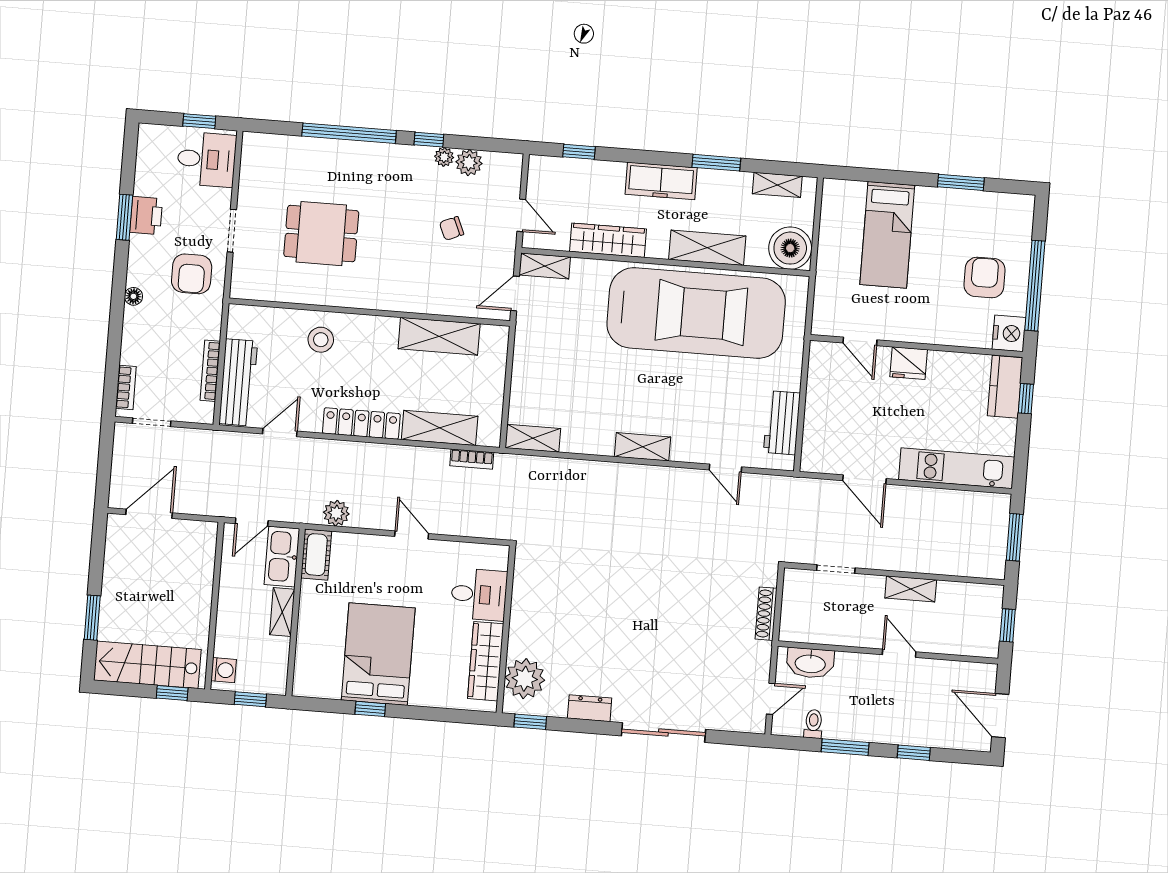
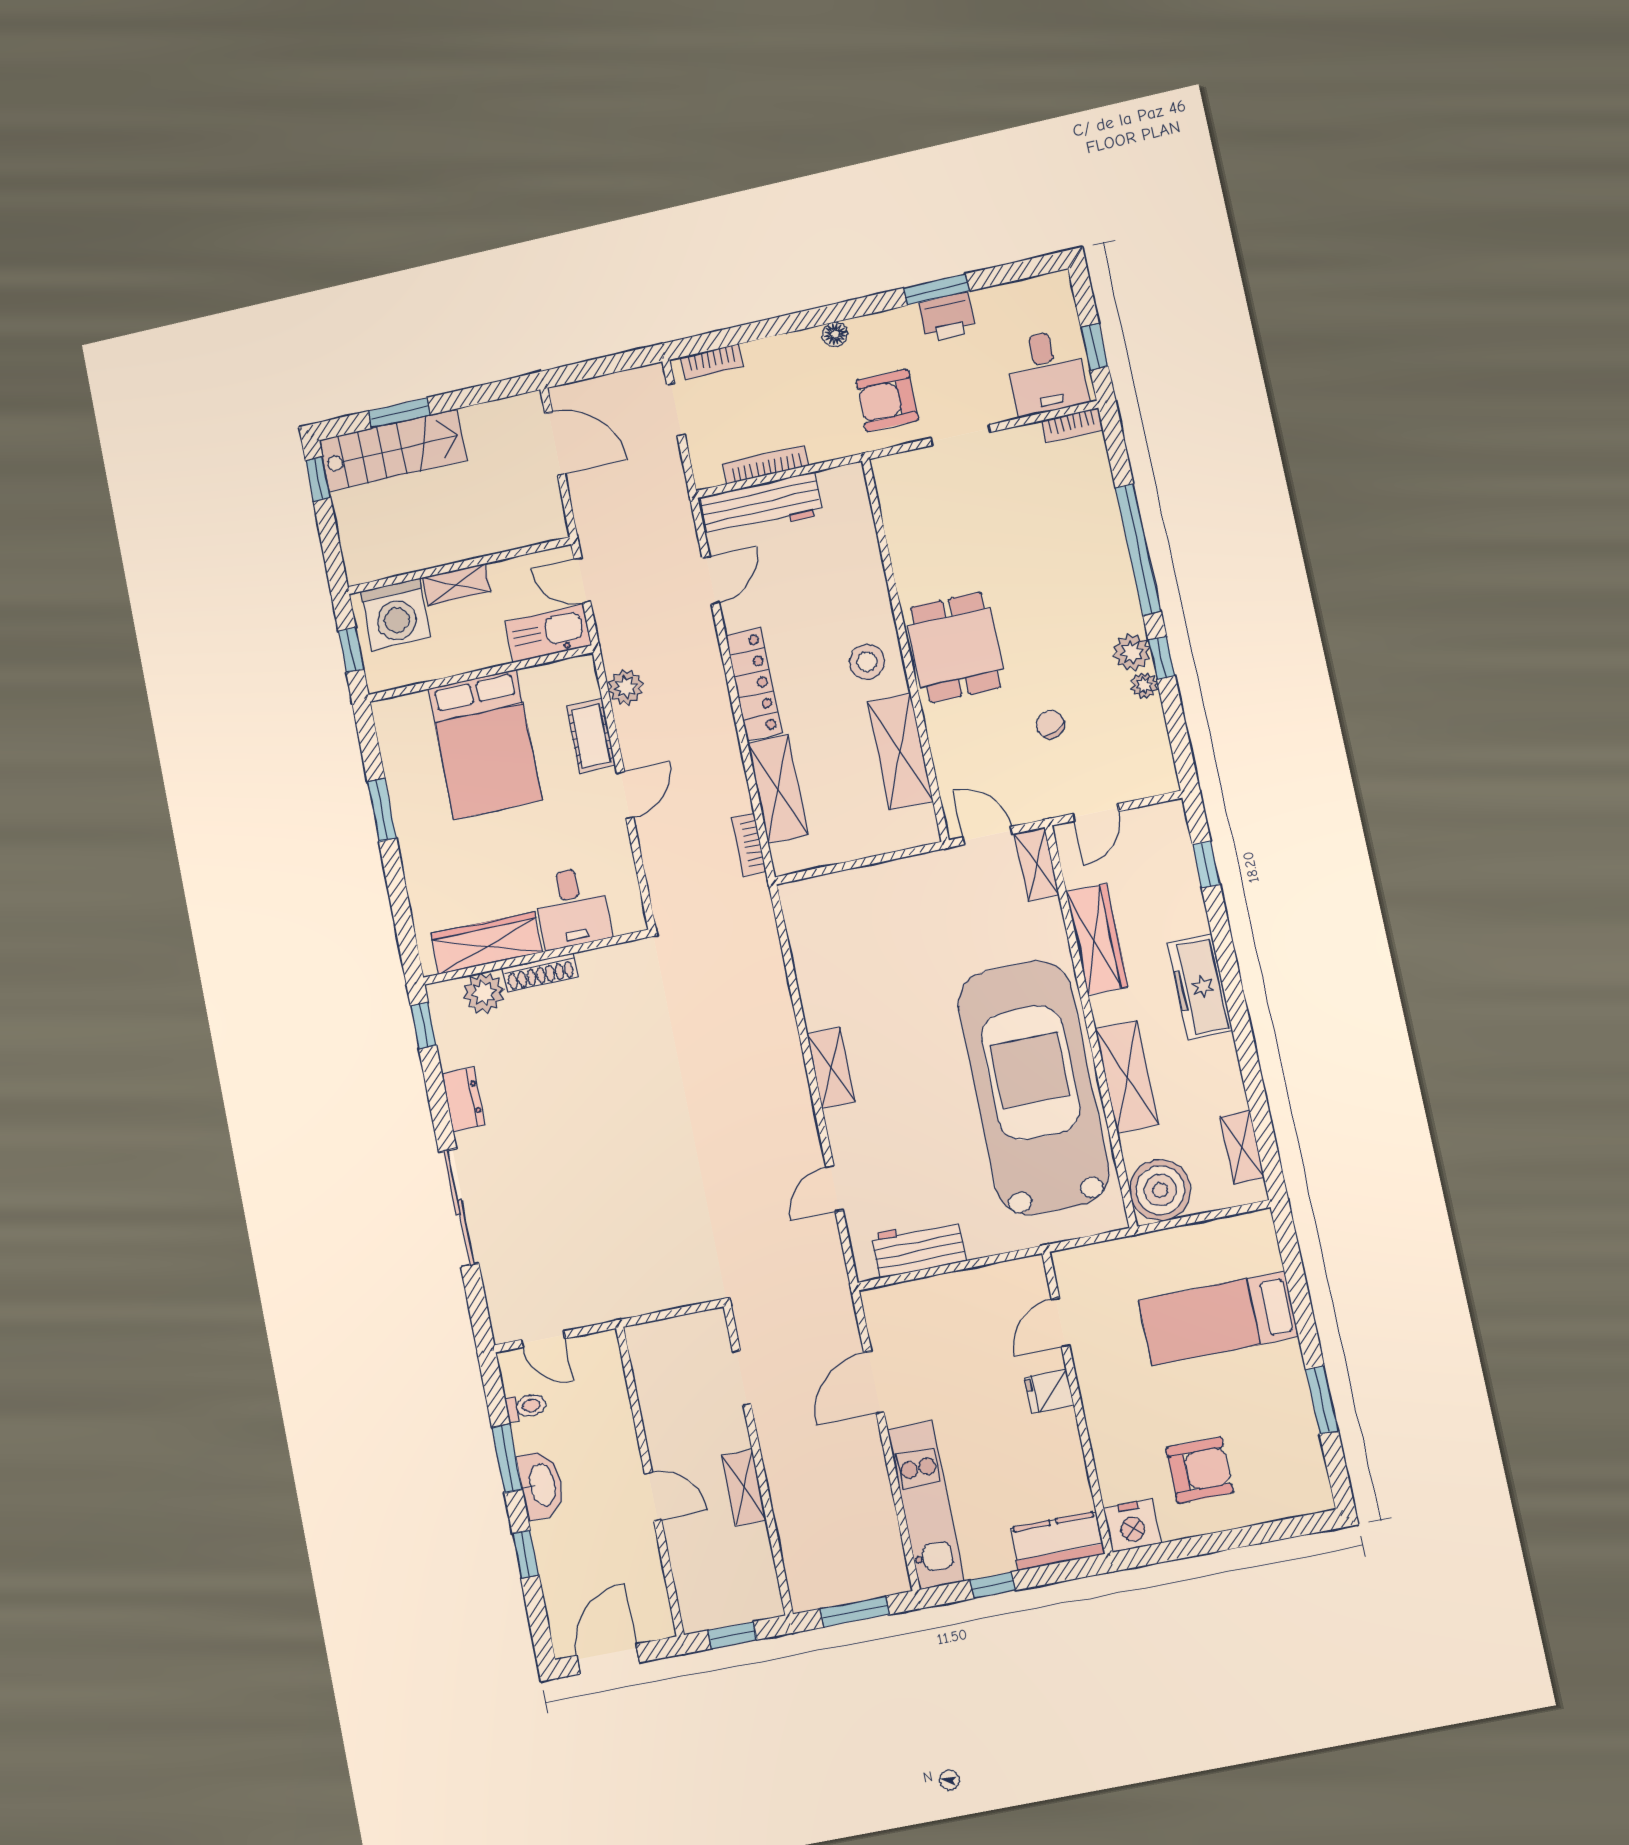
bookcase: (249, 153) -> (1072, 425), added
plant: (469, 163) -> (1132, 652), moved
window: (716, 163) -> (1247, 1055), removed
dining table: (321, 234) -> (955, 647), moved
window: (1035, 286) -> (1209, 1543), removed
car: (696, 313) -> (1033, 1087), turned 180
stool: (321, 340) -> (867, 662), moved
fridge: (909, 363) -> (1049, 1391), width x0.72
window: (1026, 399) -> (993, 1585), moved
door: (280, 432) -> (711, 581), hinge flipped
shelving: (533, 438) -> (800, 917), removed
cot: (316, 555) -> (591, 736), moved, turned 90
shelving: (282, 612) -> (456, 585), moved
shoe rack: (766, 614) -> (540, 972), moved, turned 180
door: (899, 653) -> (653, 1496), hinge flipped
bed: (378, 654) -> (485, 744), moved, turned 90
washbasin: (810, 663) -> (541, 1485), moved, turned 180
stairs: (147, 665) -> (393, 450), moved, turned 90
washing machine: (224, 670) -> (396, 614), width x1.89, depth x1.89
plant: (525, 679) -> (484, 993), width x0.73, depth x0.73
window: (172, 693) -> (318, 479), moved
window: (370, 709) -> (382, 810), width x1.50

